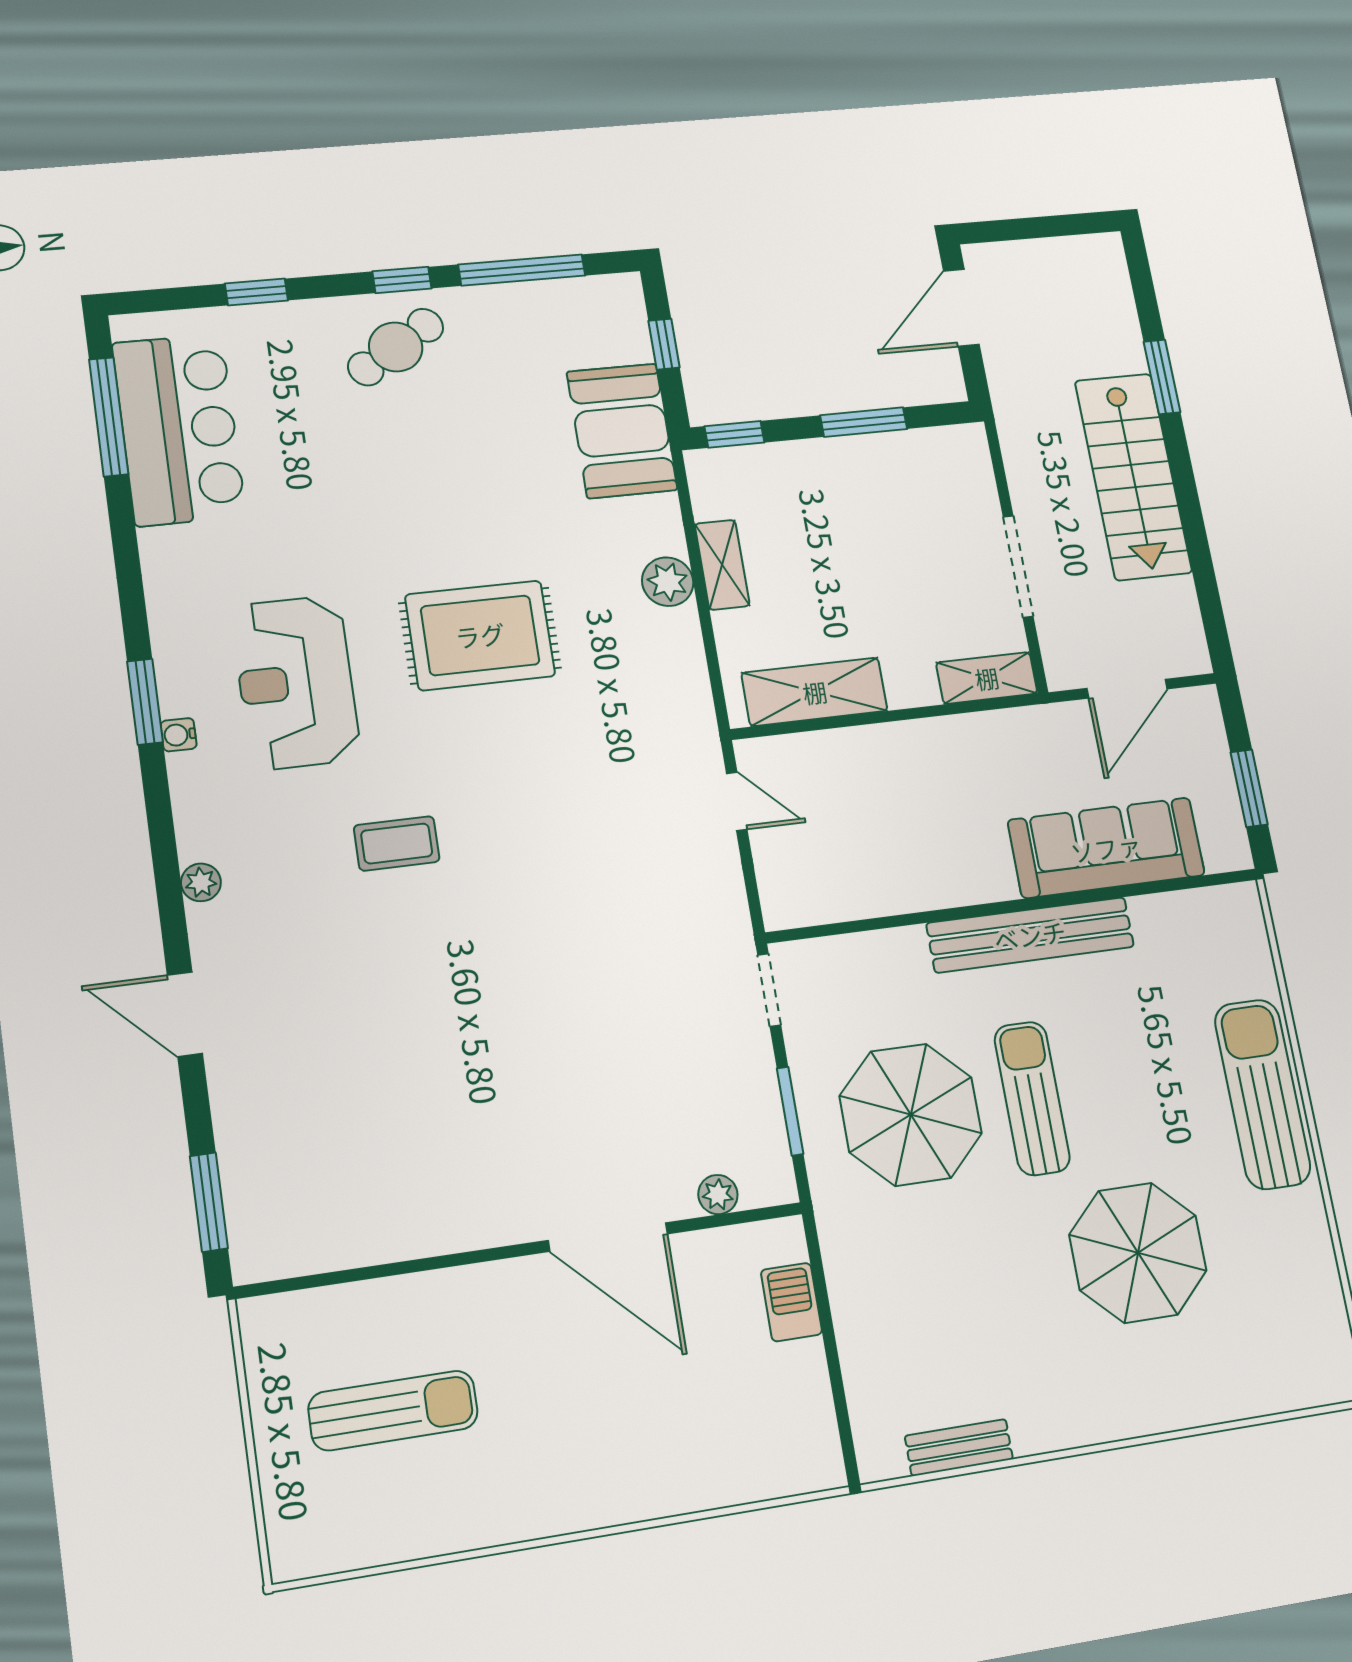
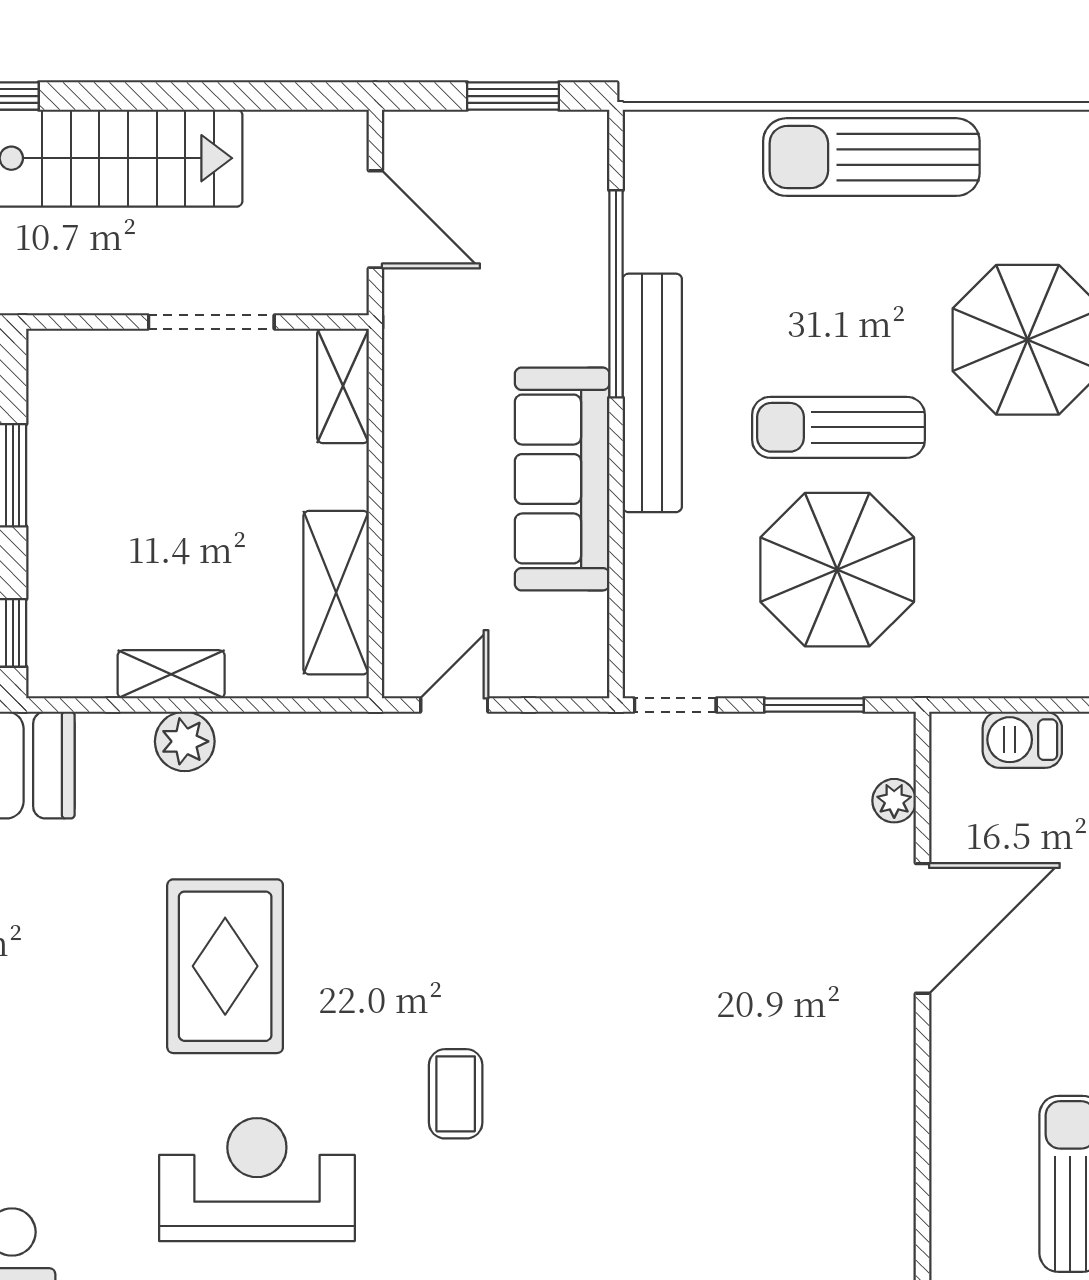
reception desk: (296, 682) -> (257, 1180), turned 180
sofa: (1106, 848) -> (562, 479), moved
window: (1106, 894) -> (616, 294), added

